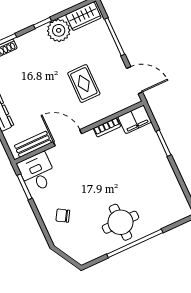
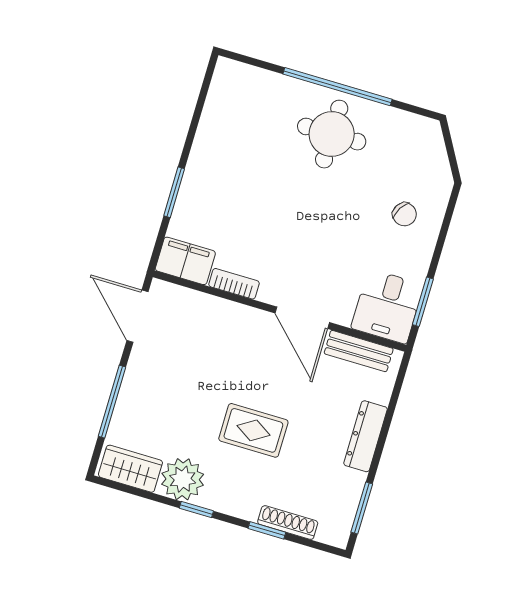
rug: (84, 84) -> (253, 430), moved, turned 90

